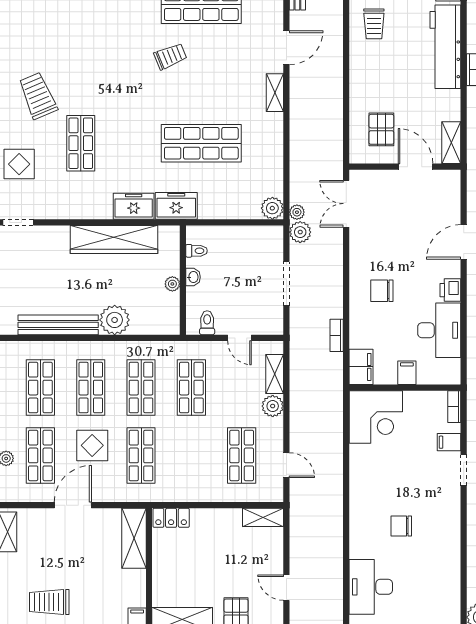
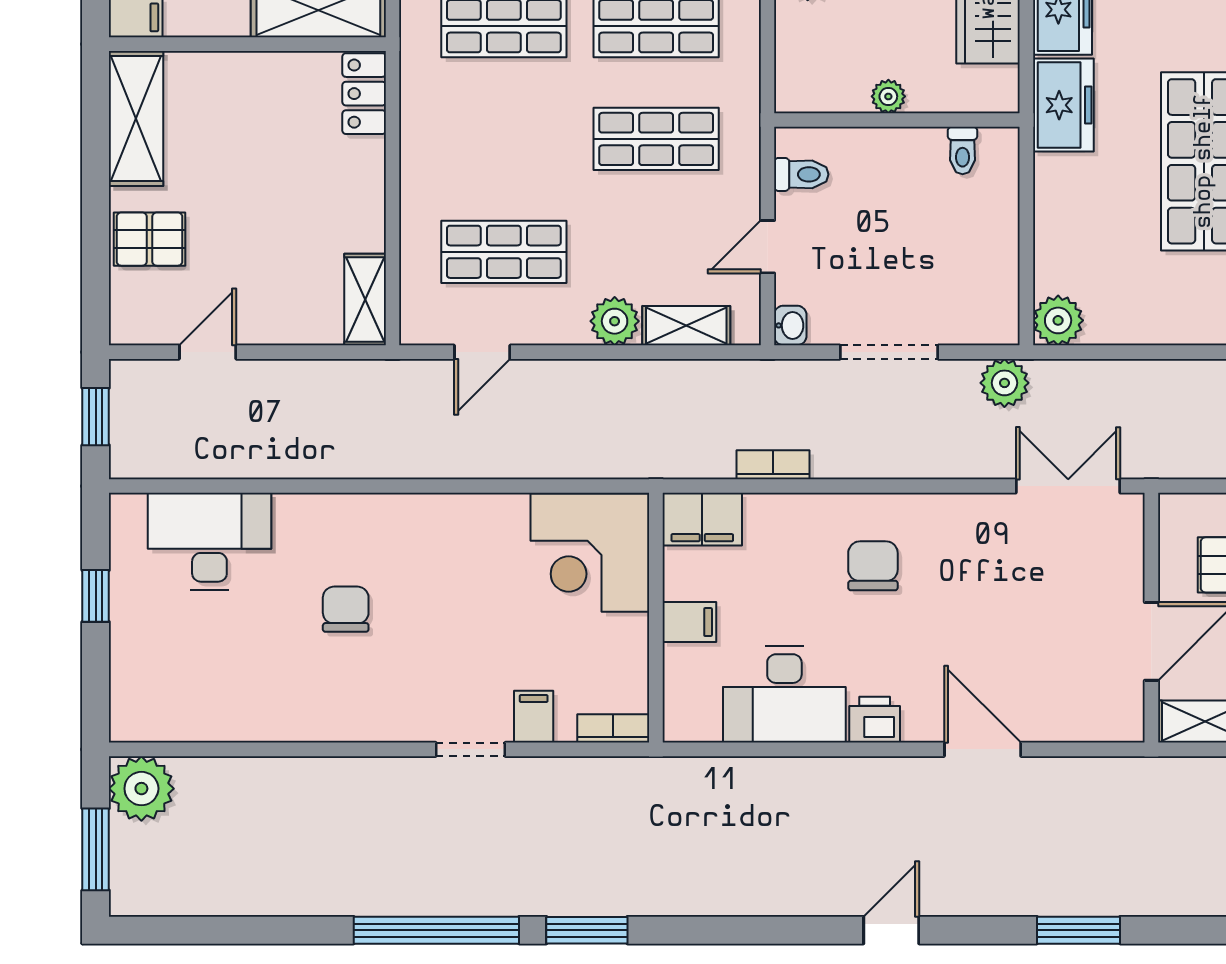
plant: (297, 212) -> (1049, 376), removed
washbasin: (193, 277) -> (790, 325), moved, turned -90

